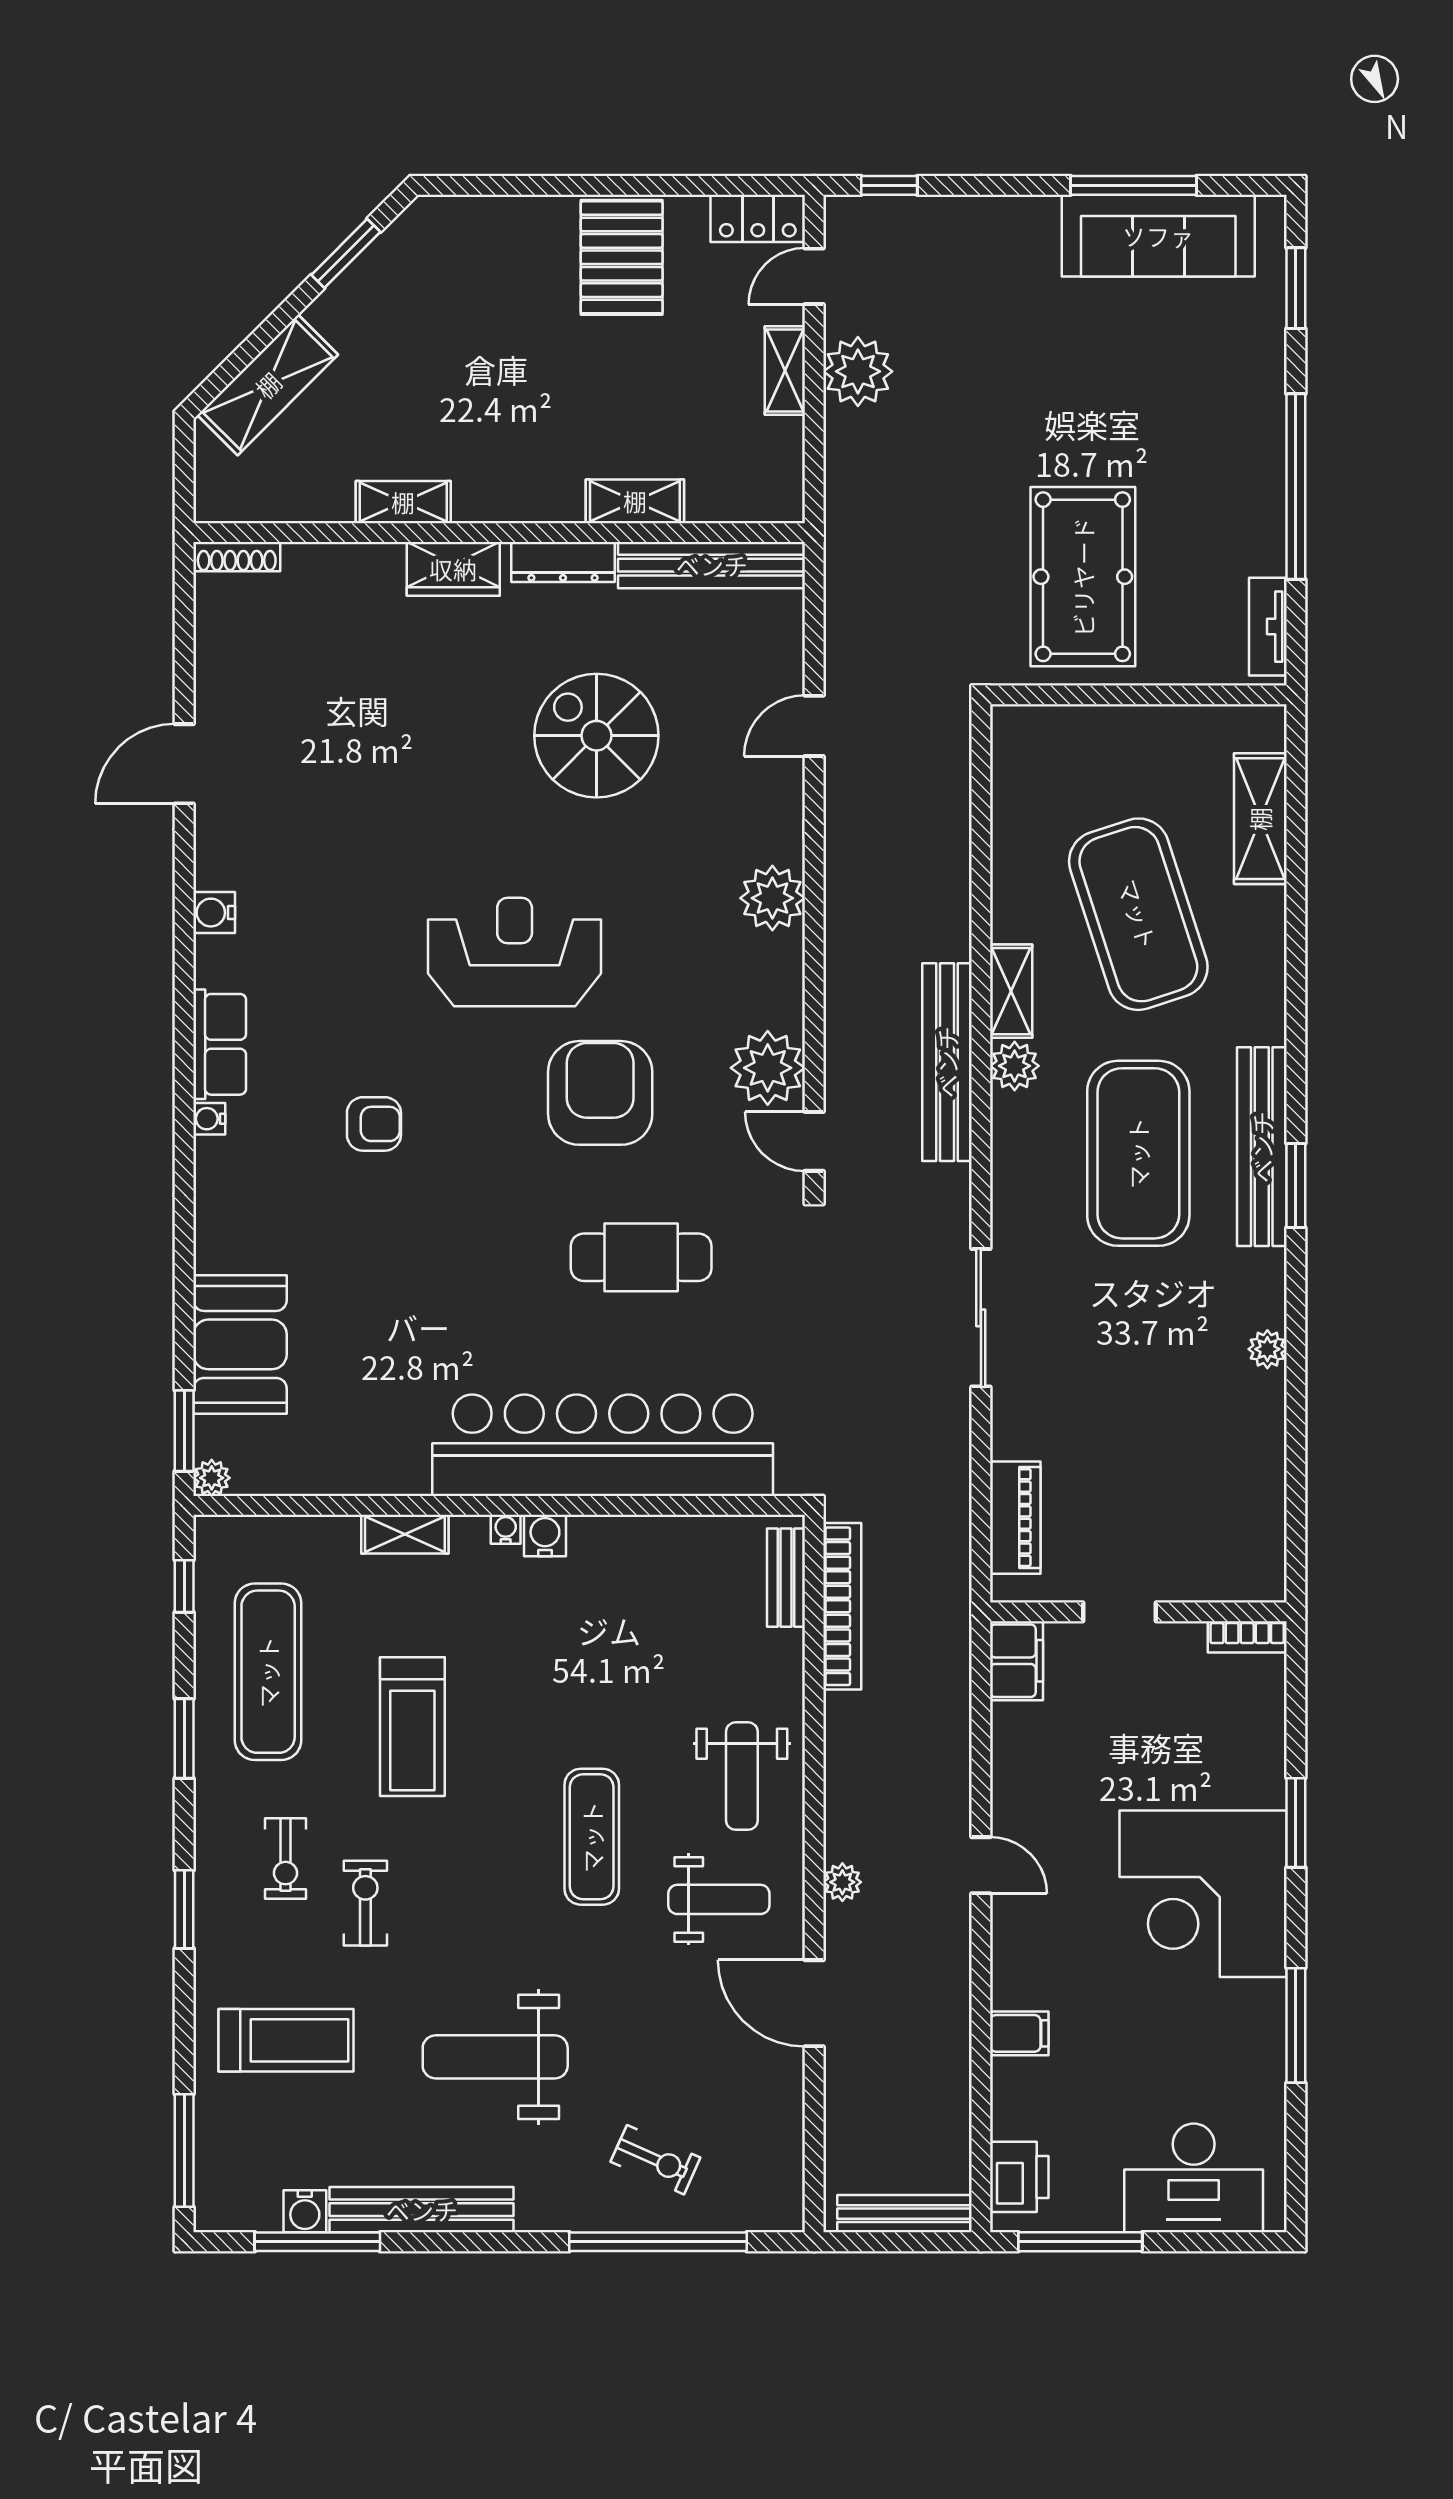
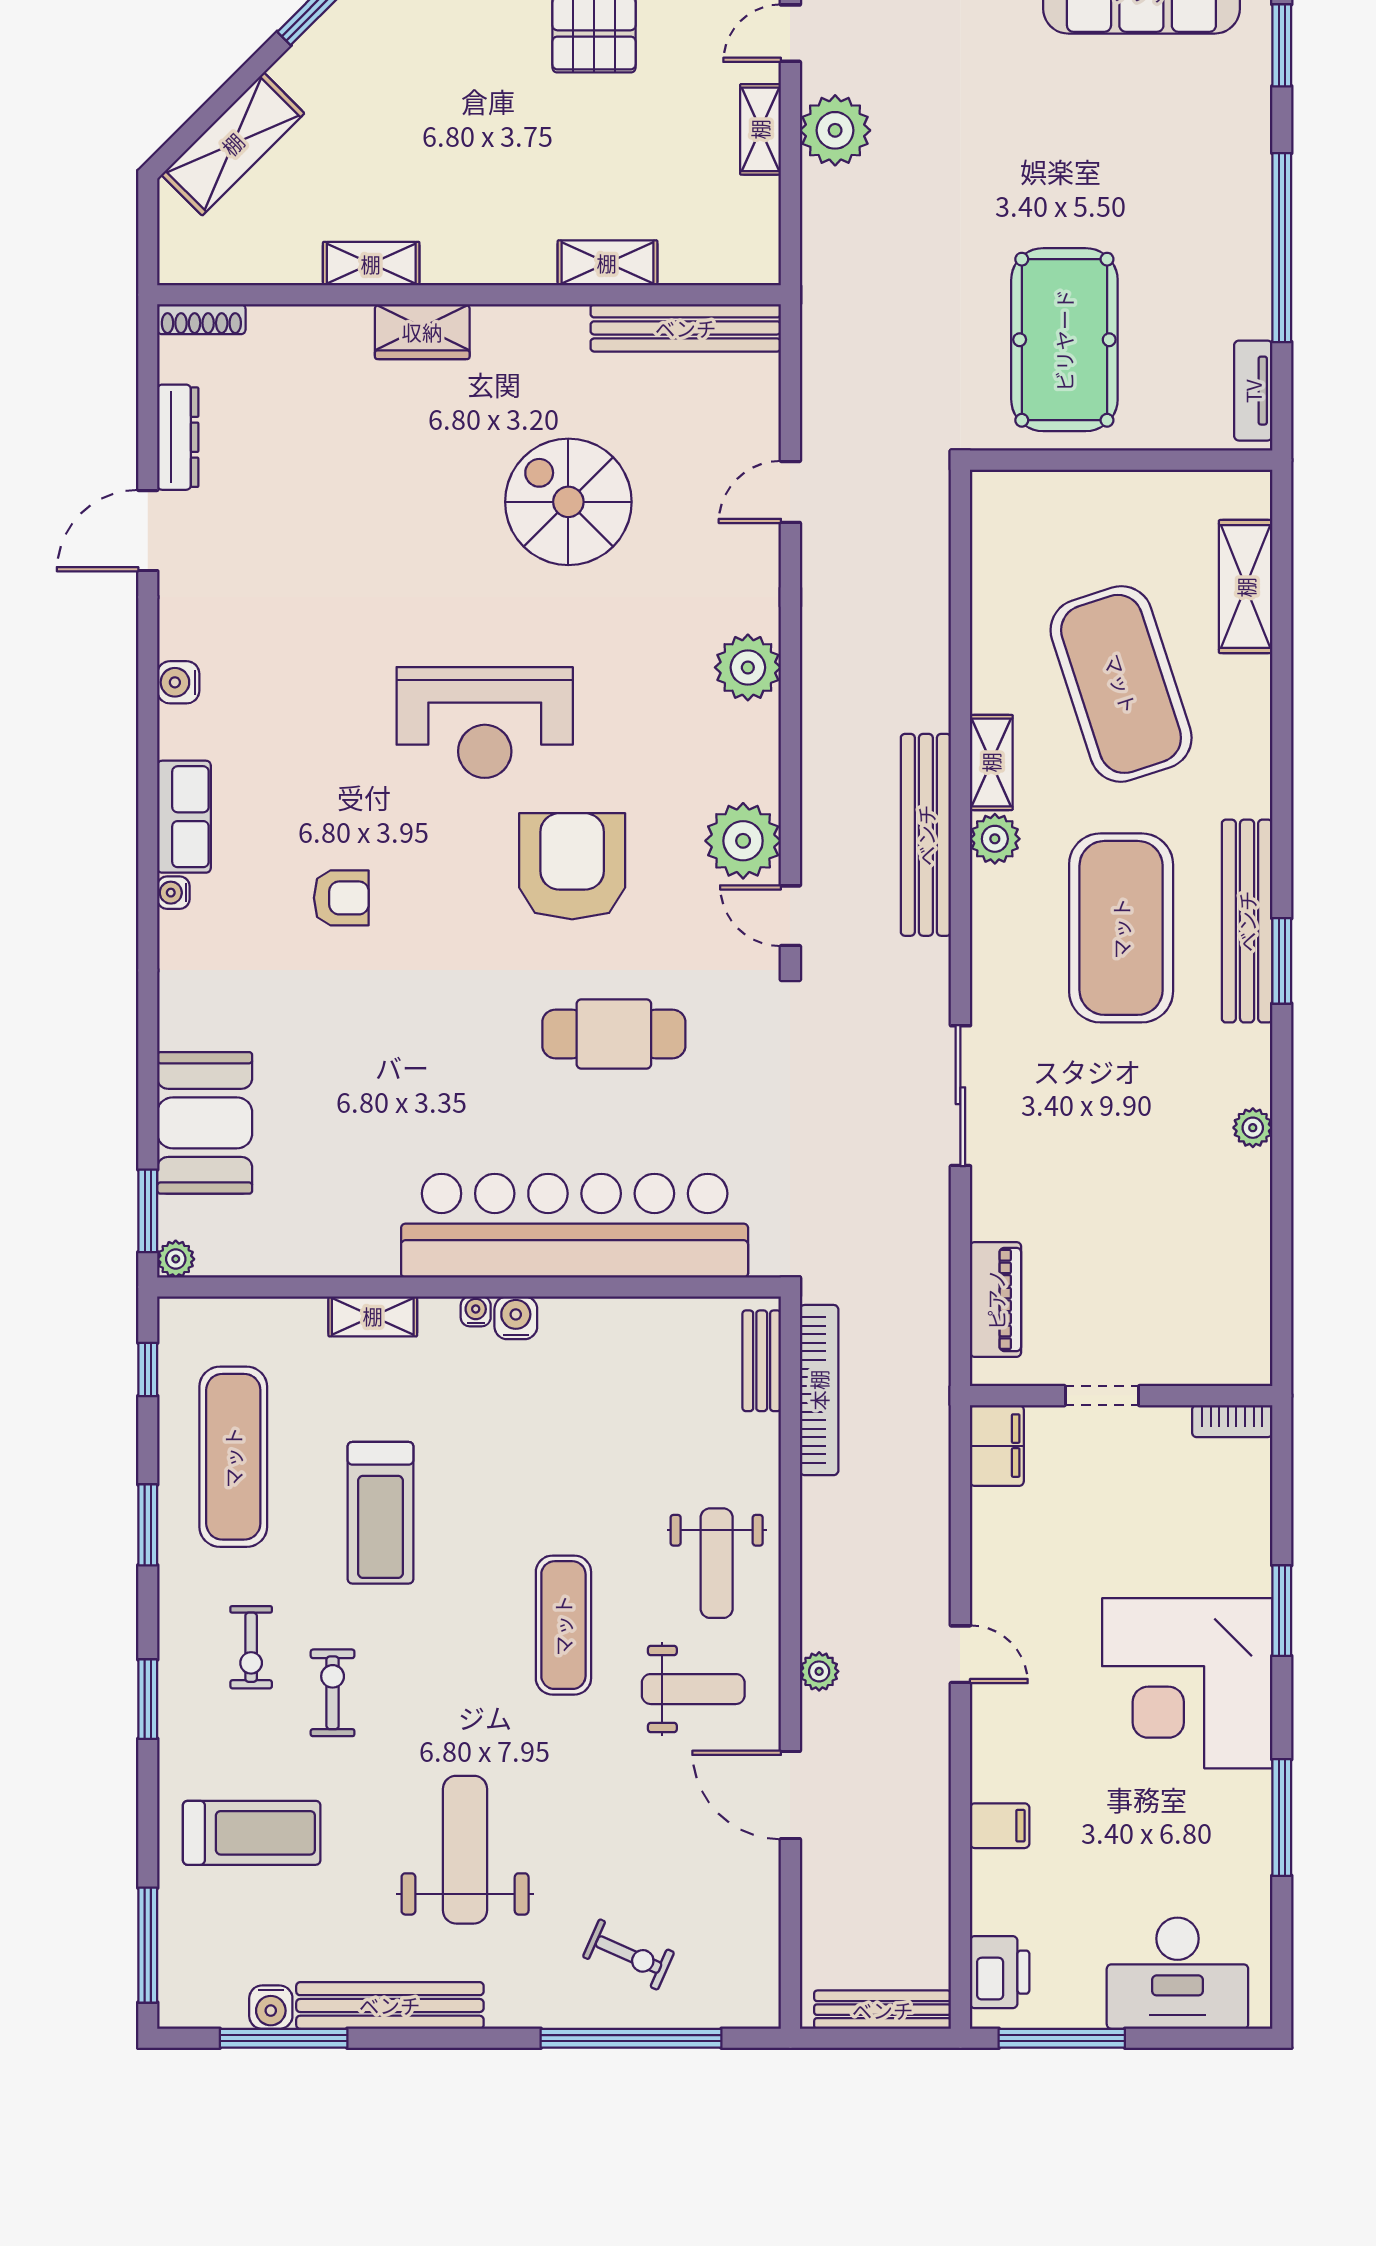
dresser: (563, 562) -> (178, 437), moved, turned -90
reception desk: (515, 952) -> (485, 723), turned 180
weight bench: (495, 2057) -> (465, 1850), turned 90

